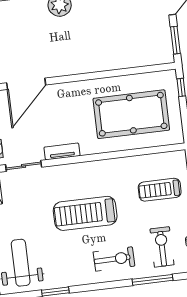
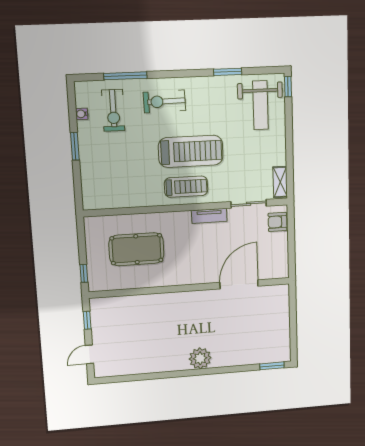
window: (175, 40) -> (87, 320), width x0.67
pool table: (131, 114) -> (136, 249), width x0.73, depth x0.76
treadmill: (160, 190) -> (186, 187), moved

